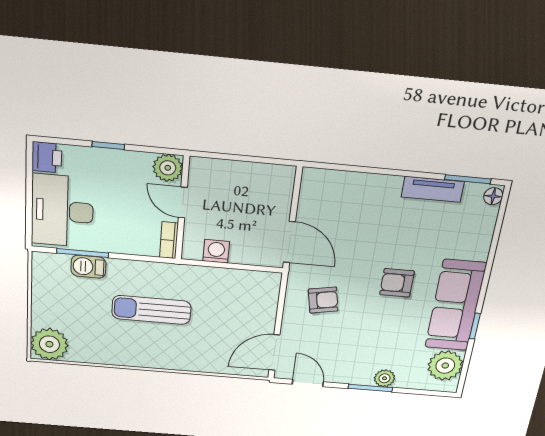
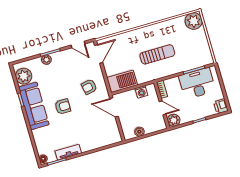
boiler: (256, 173) -> (139, 132), added
desk: (62, 211) -> (197, 83), moved, turned -90
barbecue: (88, 267) -> (122, 81), moved, width x1.88, depth x1.53

